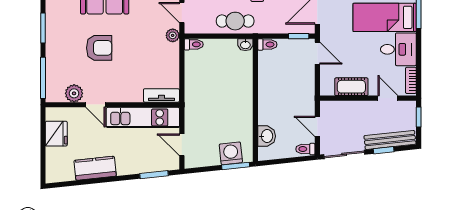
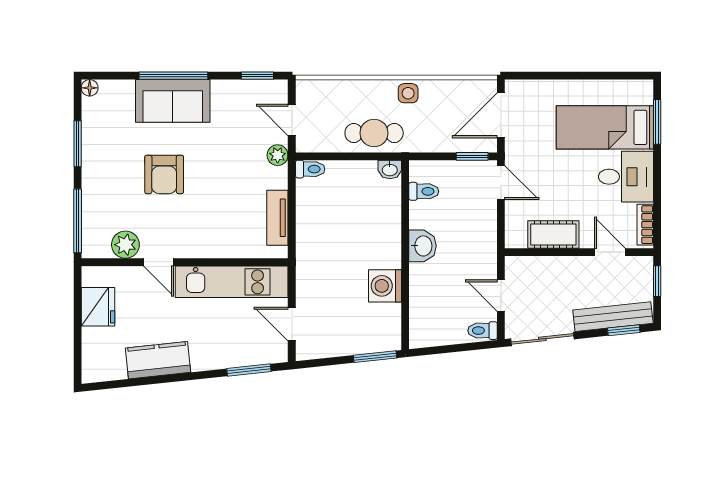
toilet: (267, 44) -> (424, 191), moved
armchair: (99, 48) -> (164, 174), turned 90
tv unit: (161, 95) -> (277, 218), moved, turned -90
washbasin: (267, 136) -> (423, 246), moved
window: (384, 150) -> (624, 330), moved
washing machine: (231, 153) -> (385, 286), moved, turned -84

